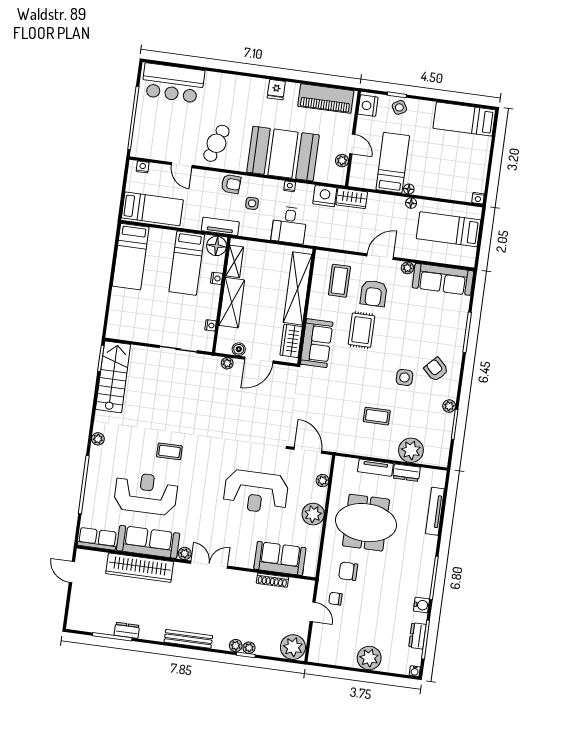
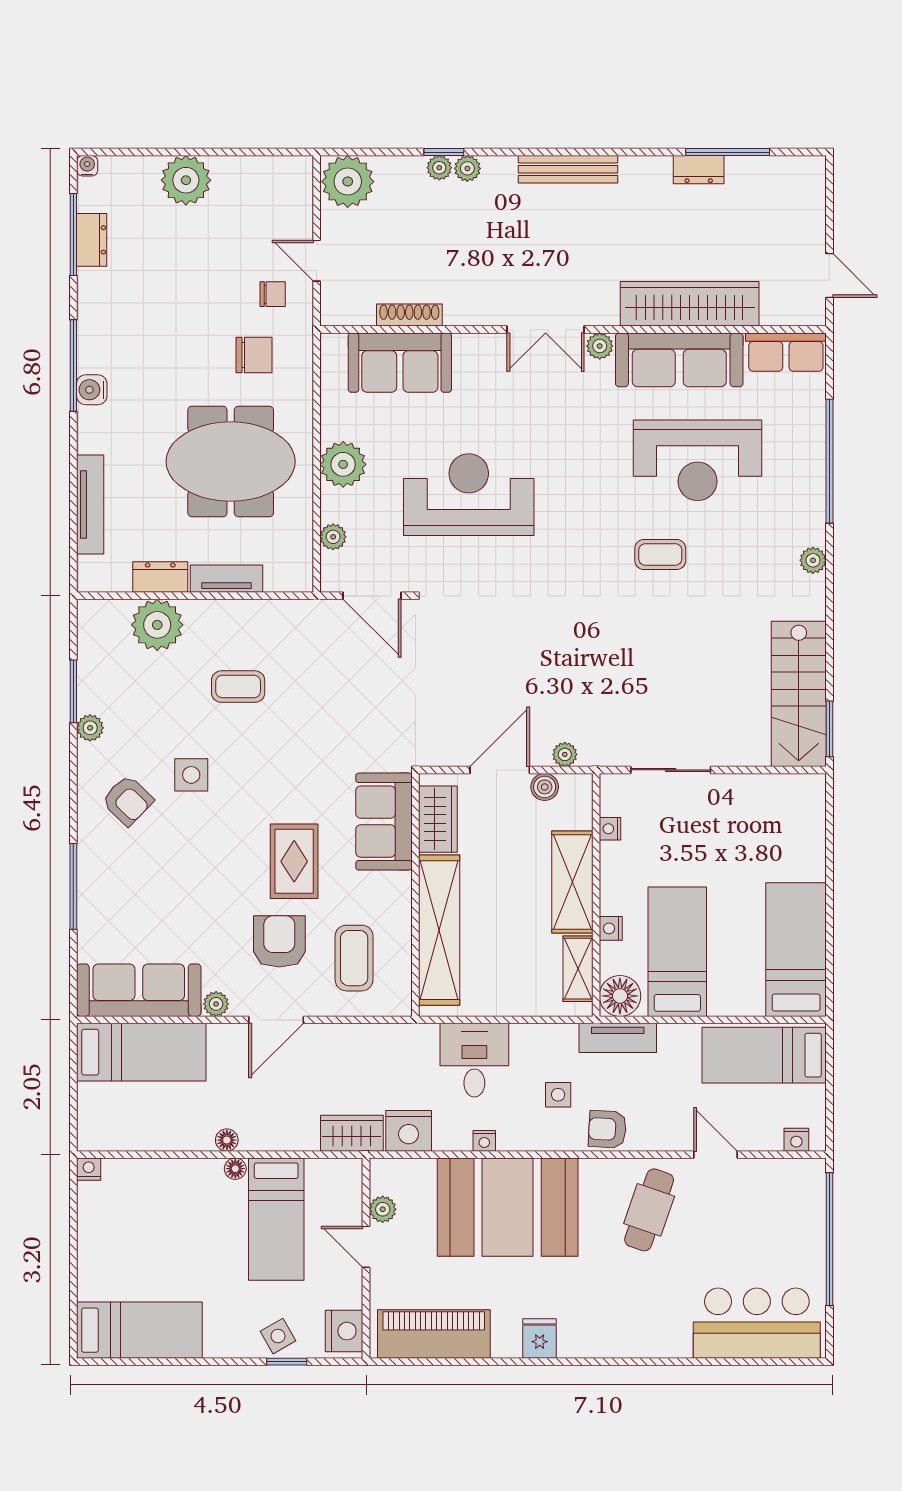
bed: (449, 229) -> (141, 1052), moved
water cooler: (421, 605) -> (92, 390), moved

